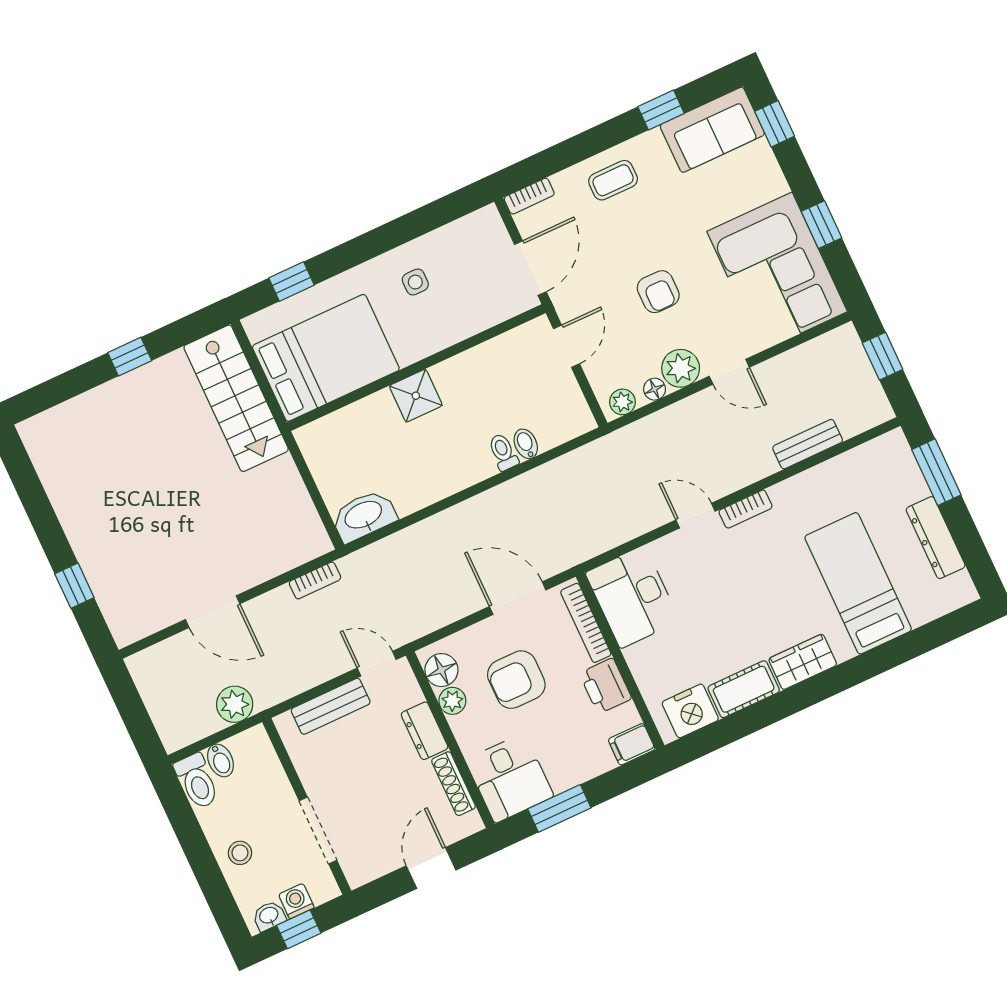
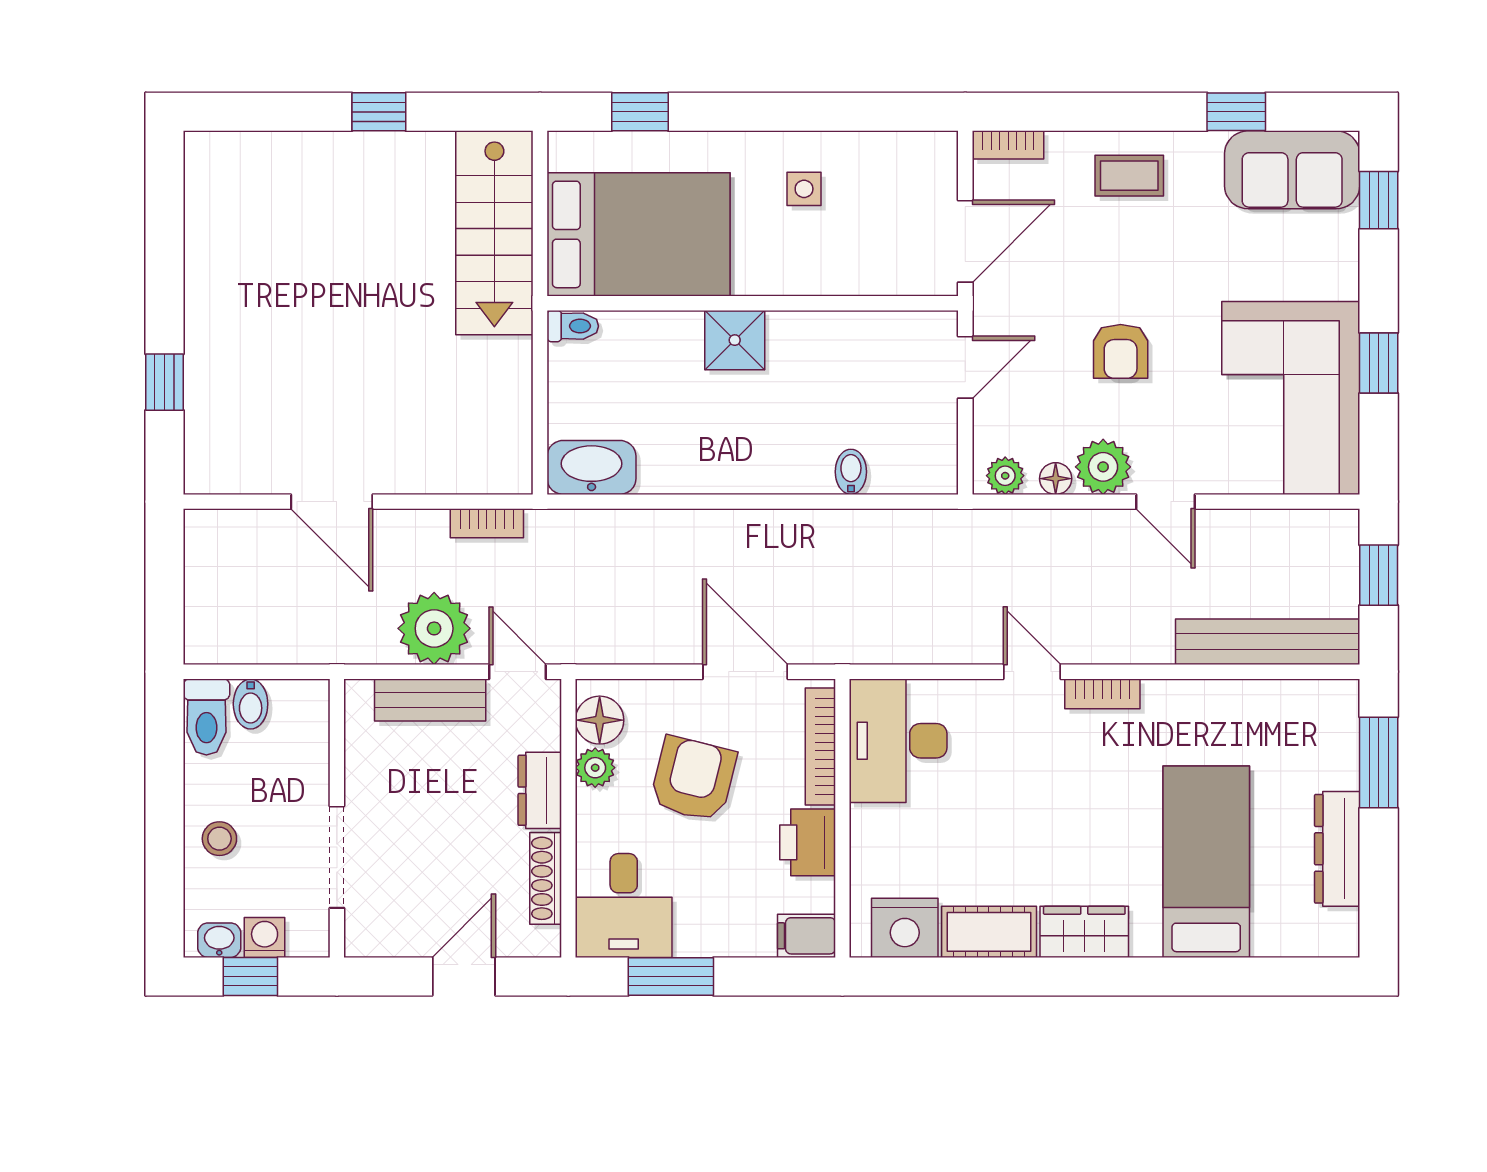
bench: (808, 444) -> (1267, 642), width x1.86, depth x1.21
toilet: (503, 452) -> (573, 326), moved, turned 90
armchair: (516, 680) -> (693, 779), turned 104
plant: (235, 704) -> (434, 628), moved, width x1.36, depth x1.36

